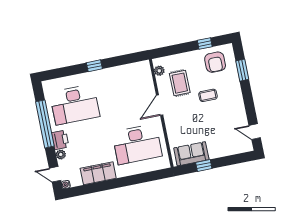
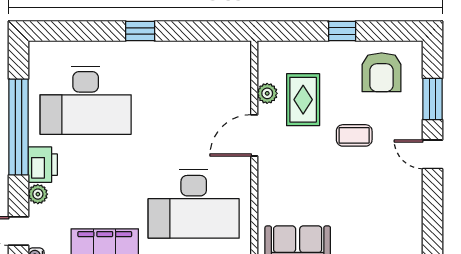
window: (205, 43) -> (342, 31), moved
plant: (159, 71) -> (267, 93), moved
door: (255, 132) -> (433, 154), moved

